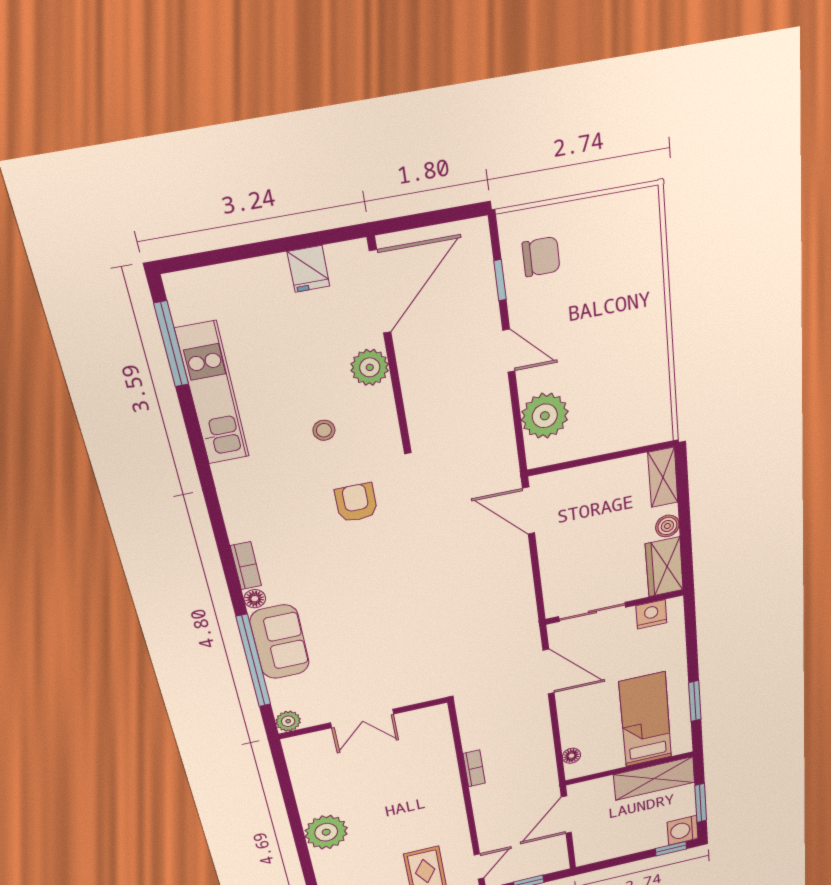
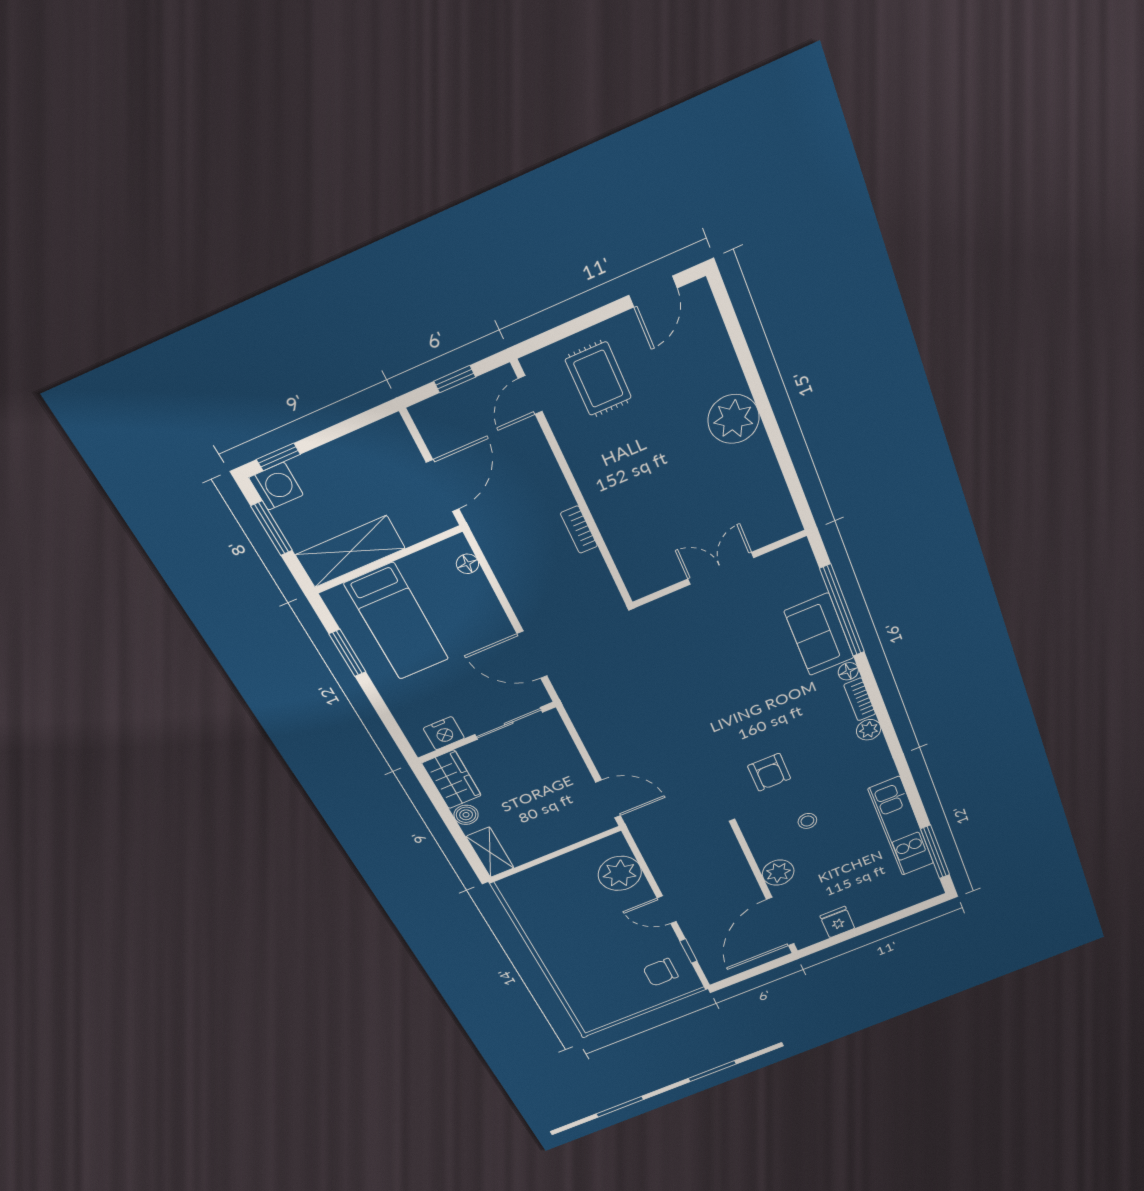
plant: (288, 721) -> (869, 730), moved

